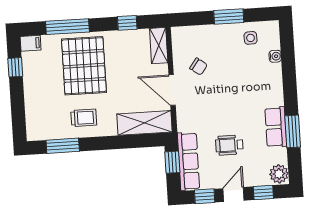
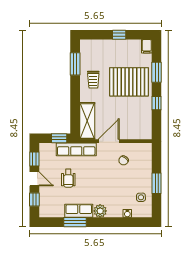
window: (127, 23) -> (157, 103), moved
window: (67, 27) -> (157, 72), width x0.69
shelving: (159, 46) -> (140, 134), removed
window: (15, 67) -> (119, 35), moved
wheelchair: (229, 145) -> (68, 178), turned 180
row of seats: (188, 161) -> (76, 149), moved
plant: (279, 174) -> (100, 211), moved

